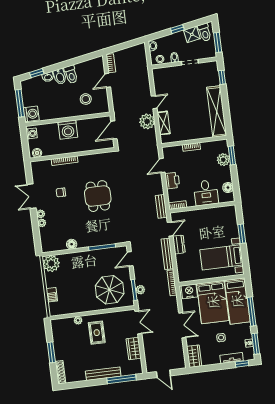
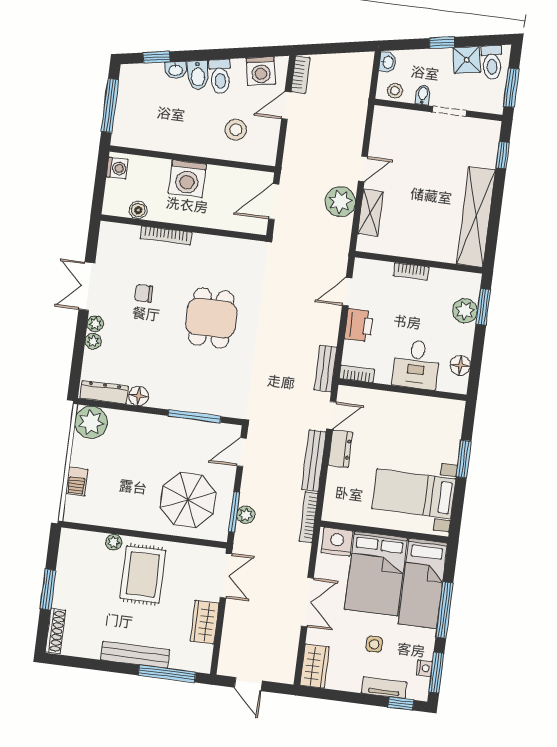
washing machine: (31, 114) -> (261, 71), moved, turned 80
boiler: (37, 153) -> (138, 210), moved
dresser: (54, 247) -> (104, 392), added
rug: (97, 333) -> (143, 574), width x1.36, depth x1.43

